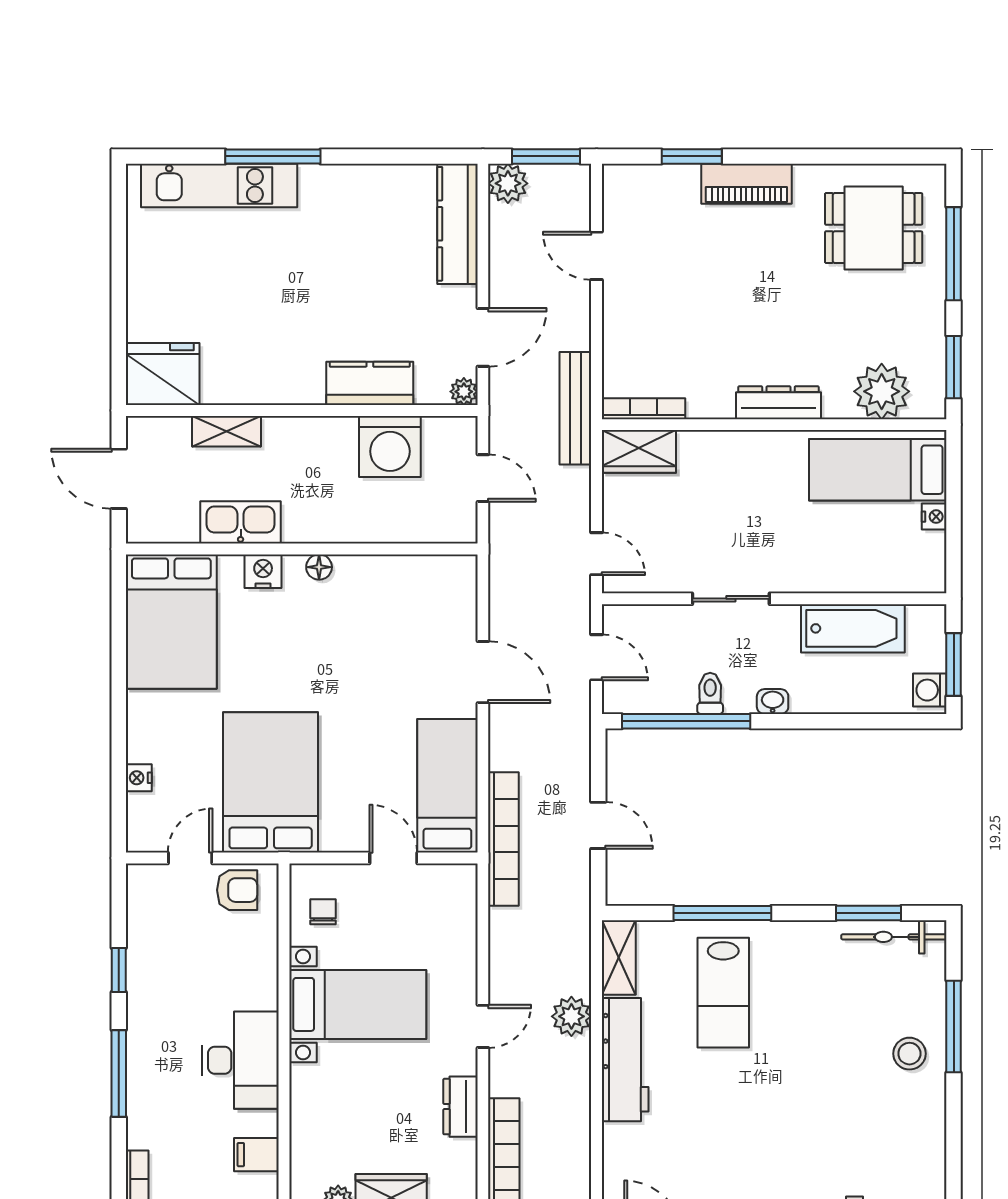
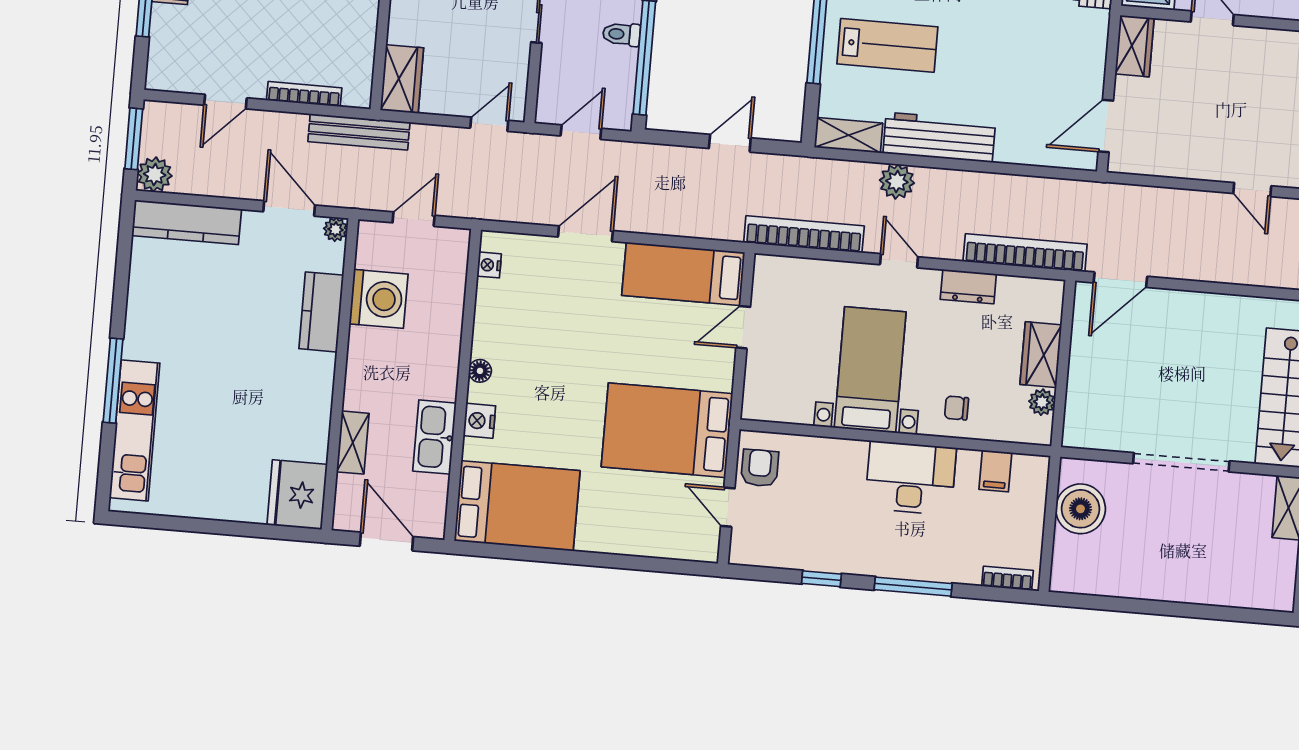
bookcase: (643, 409) -> (304, 94), moved, turned 90
door: (119, 479) -> (387, 541), swing flipped
nightstand: (139, 778) -> (489, 265), moved, turned 90
bookcase: (503, 839) -> (804, 234), moved
chair: (323, 912) -> (956, 408), moved

